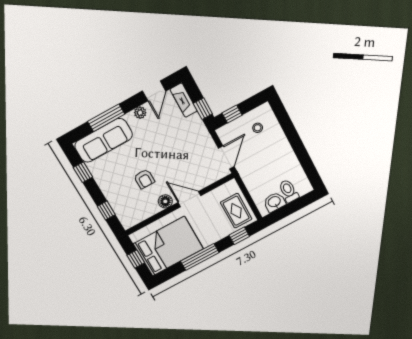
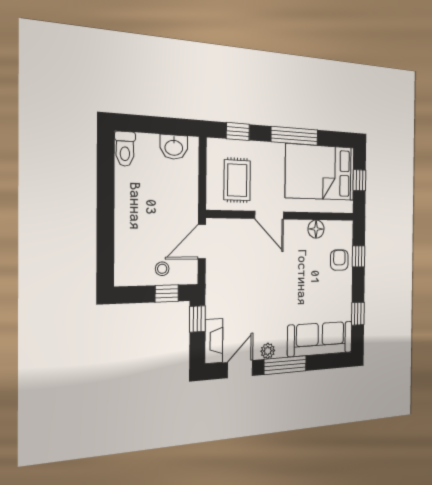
window: (106, 118) -> (285, 365), moved
stool: (258, 128) -> (162, 269), moved
armchair: (144, 179) -> (339, 260), moved
toilet: (289, 191) -> (125, 149), moved
floor lamp: (165, 201) -> (316, 229), moved
rug: (236, 211) -> (237, 180), moved

